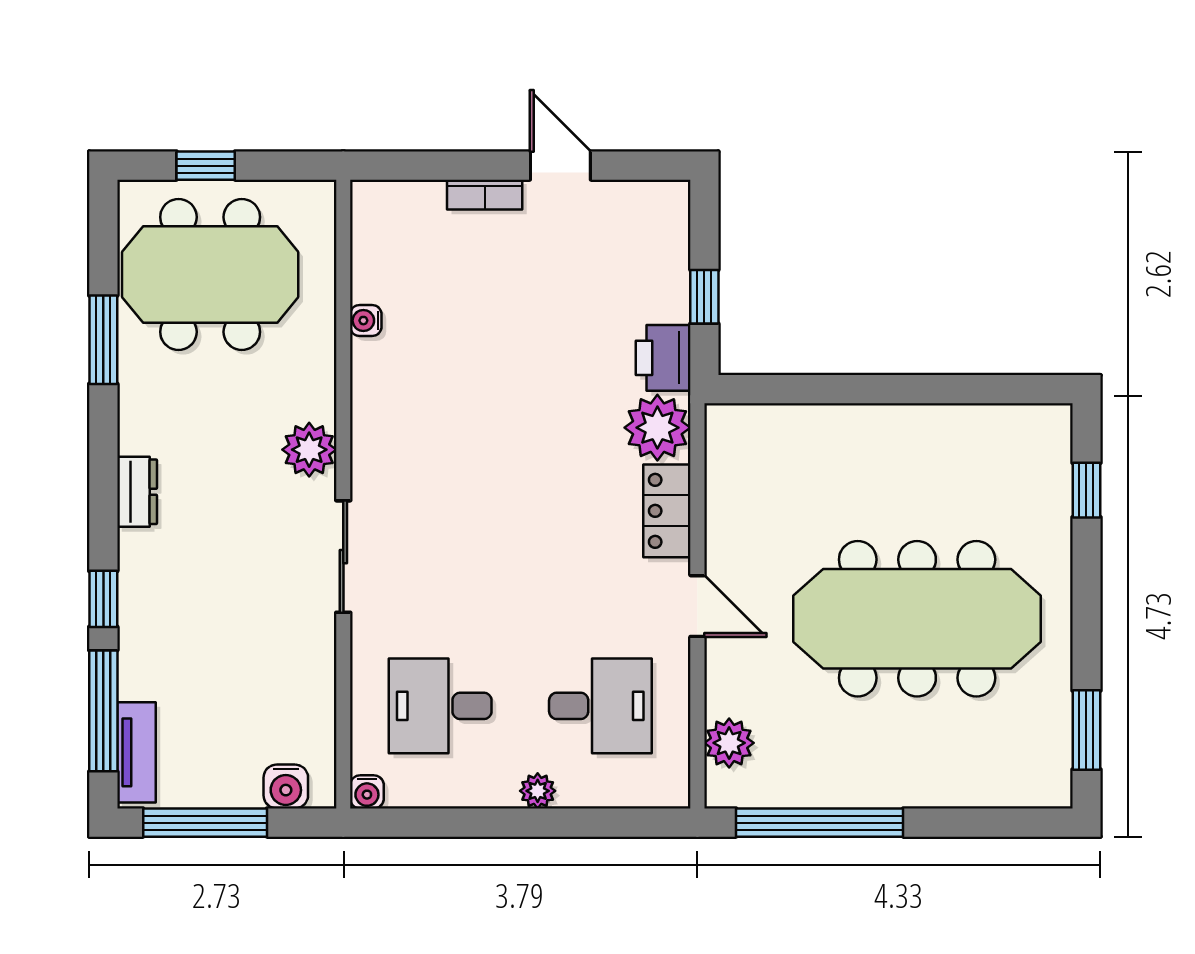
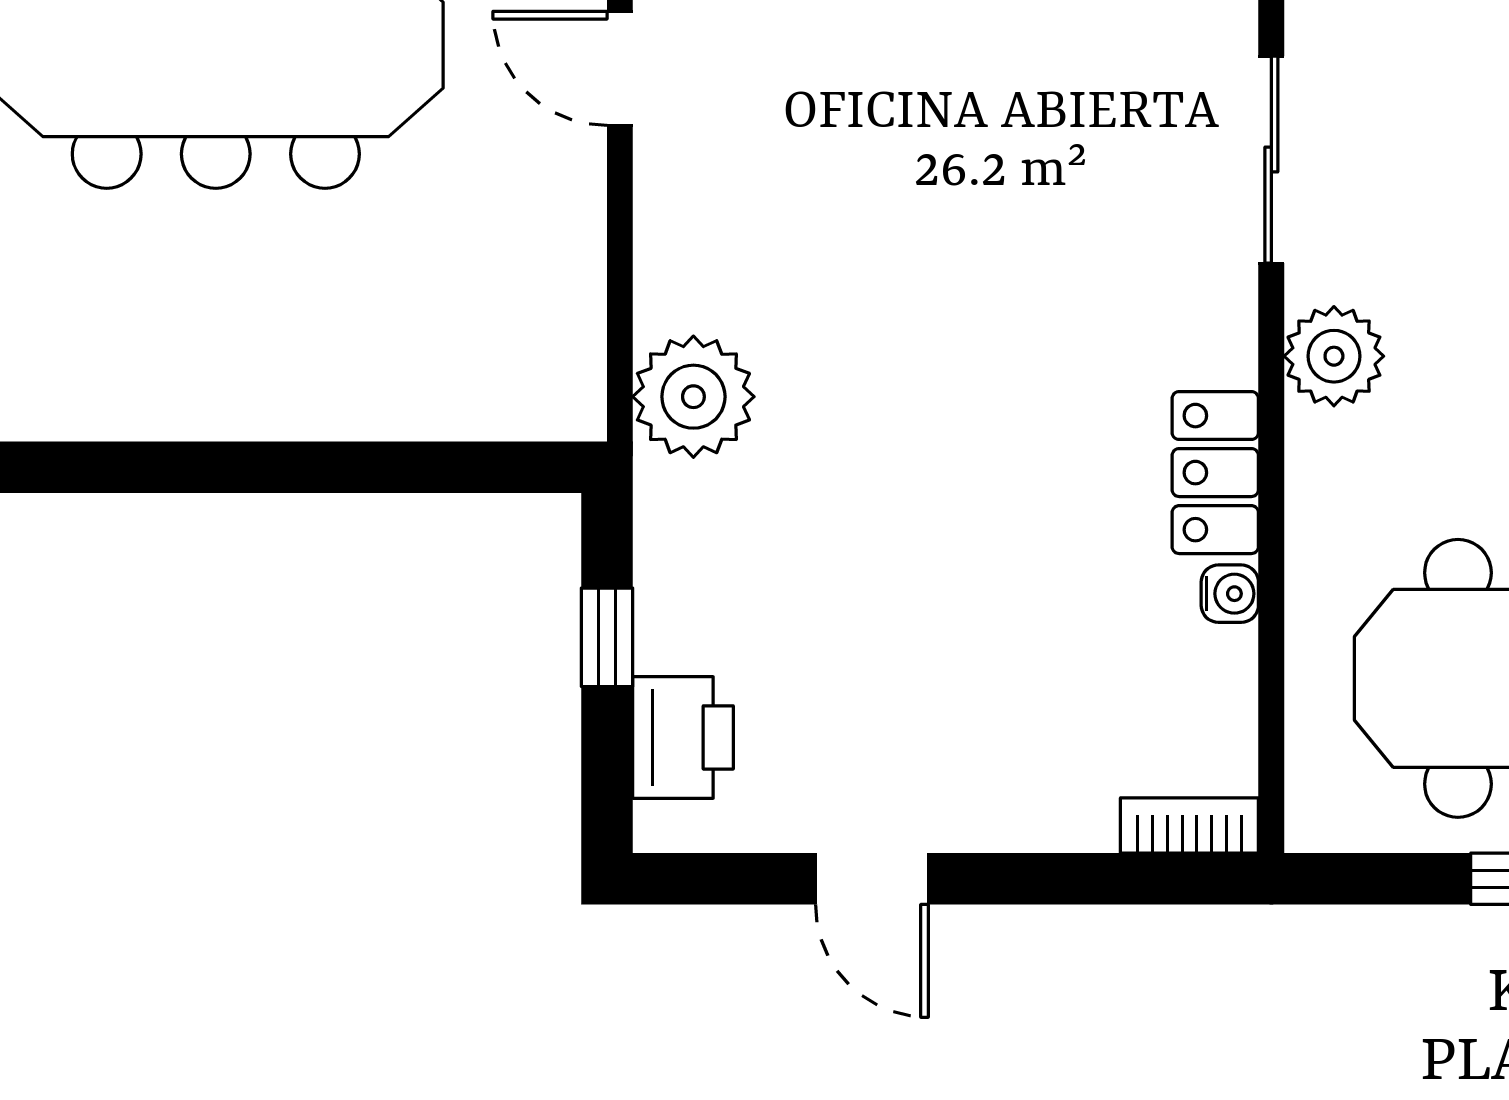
bookcase: (485, 195) -> (1189, 825), moved
printer: (663, 358) -> (683, 737), moved
locker: (667, 511) -> (1215, 473), moved, turned 180

